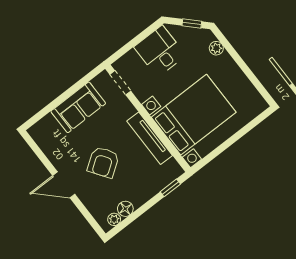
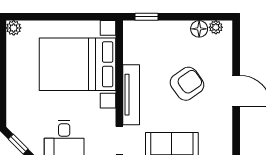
plant: (216, 48) -> (14, 28), moved
tv unit: (150, 138) -> (131, 95), moved

